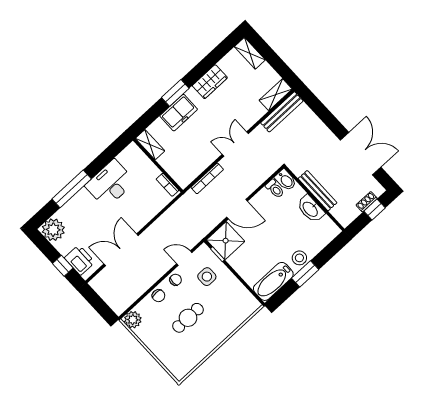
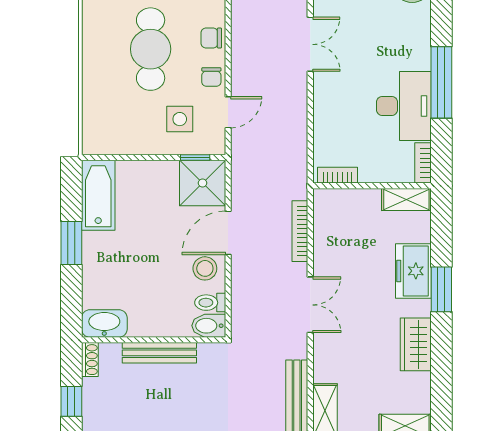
bookcase: (127, 152) -> (423, 163), added
window: (72, 189) -> (441, 82), moved
shoe rack: (367, 202) -> (90, 360), moved
washbasin: (311, 209) -> (104, 323), moved
double door: (121, 250) -> (310, 44), width x0.73
stool: (299, 258) -> (205, 268), moved
cafe table: (188, 318) -> (151, 49), width x1.37, depth x1.35

